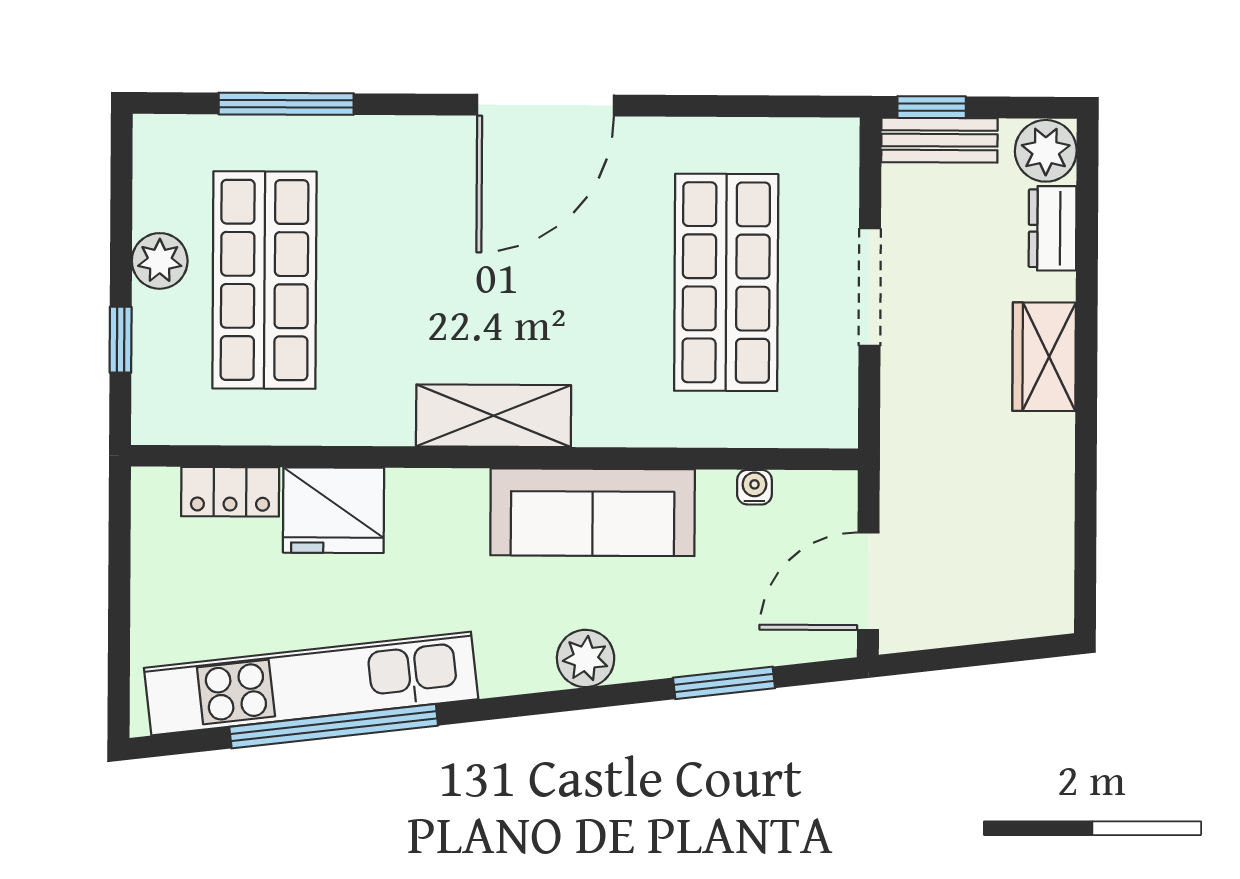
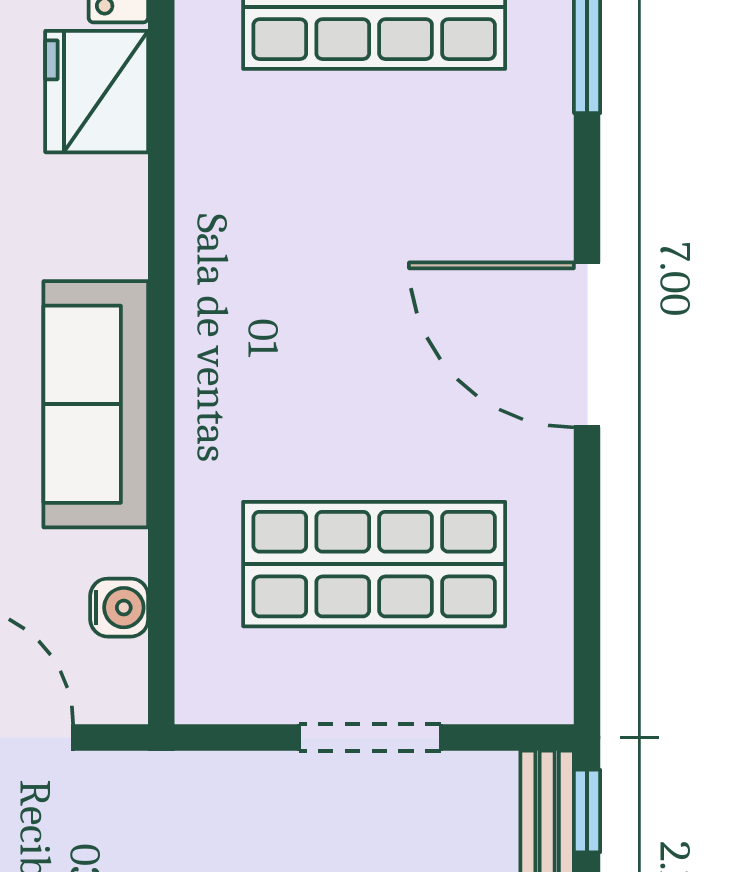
shelving: (494, 416) -> (212, 284), removed
water cooler: (754, 487) -> (119, 608), width x1.38, depth x1.38

